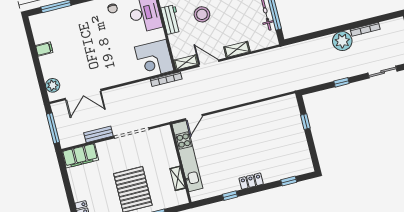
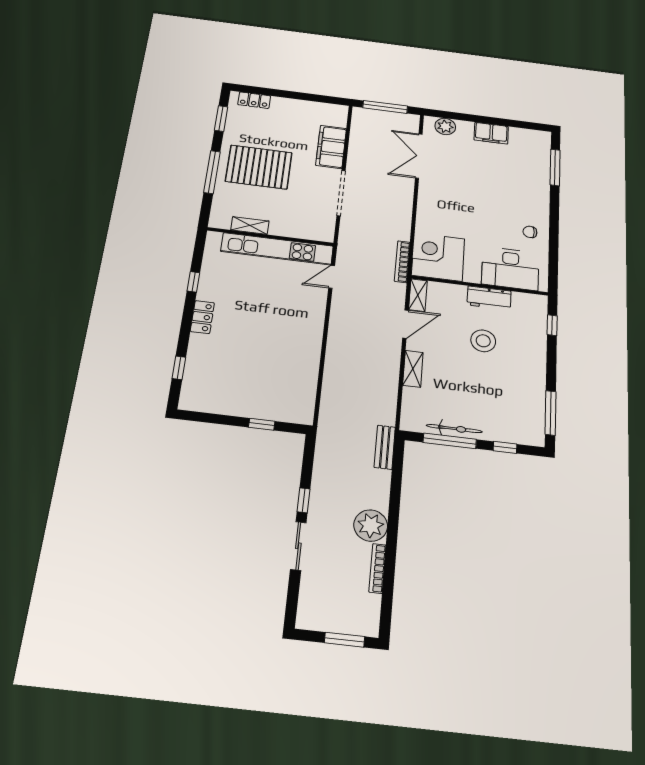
filing cabinet: (44, 49) -> (491, 133), width x2.00
sliding door: (383, 72) -> (298, 546), moved
door: (194, 117) -> (332, 277), hinge flipped
bench: (98, 134) -> (385, 447), moved
filing cabinet: (80, 156) -> (331, 147), moved

